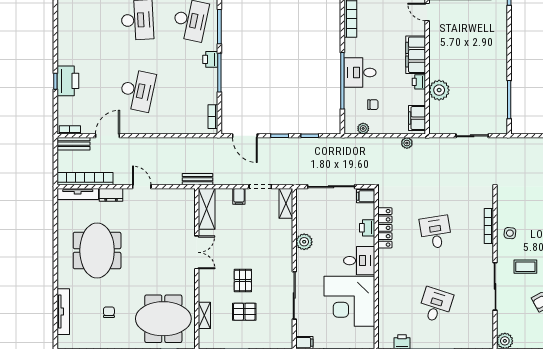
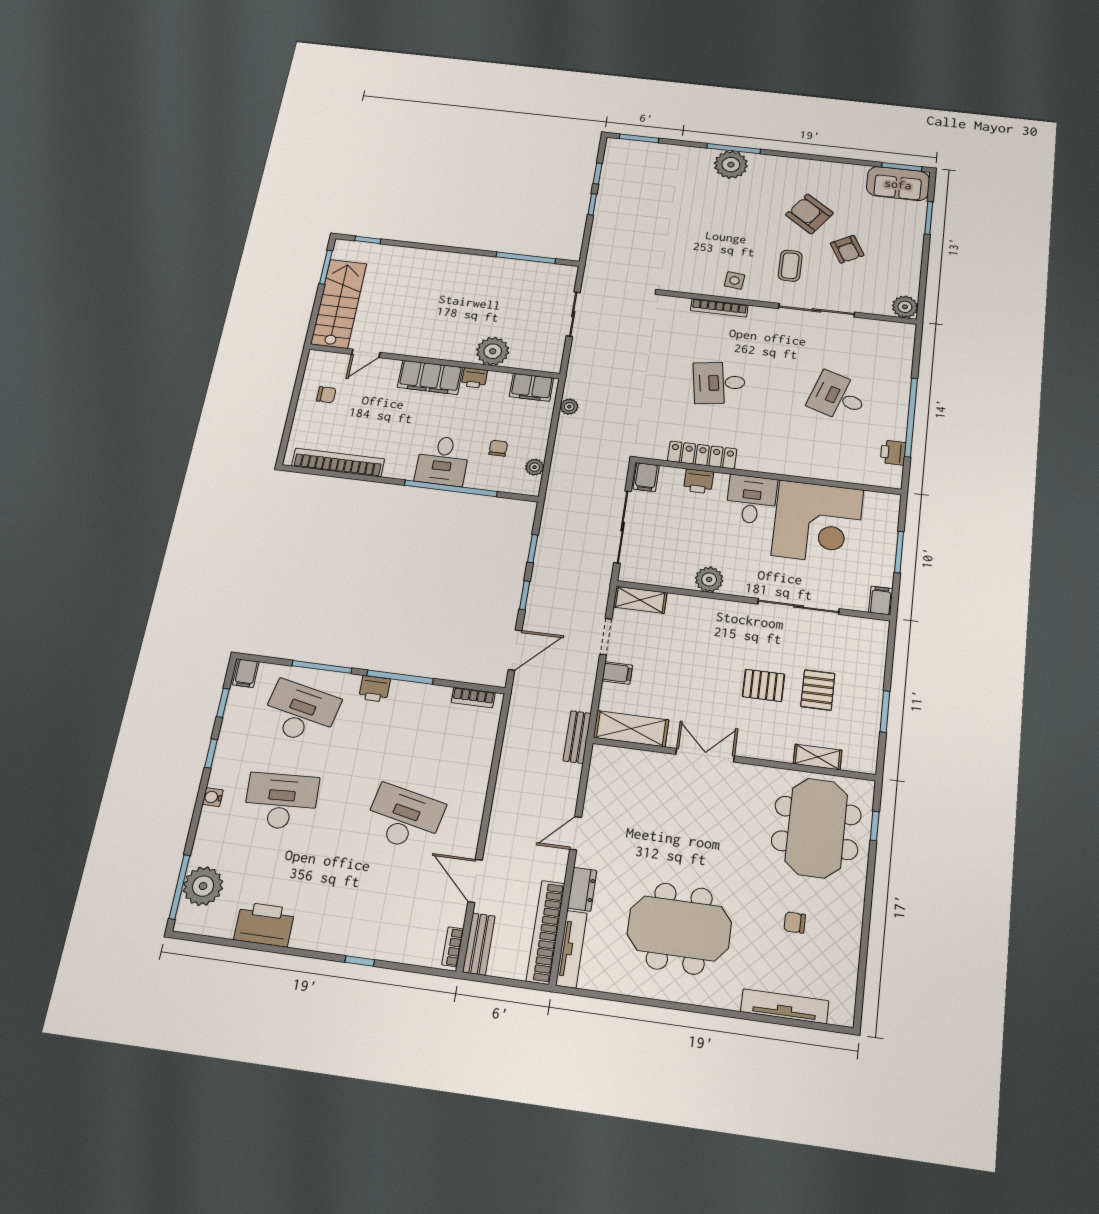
printer: (68, 81) -> (264, 924), moved

